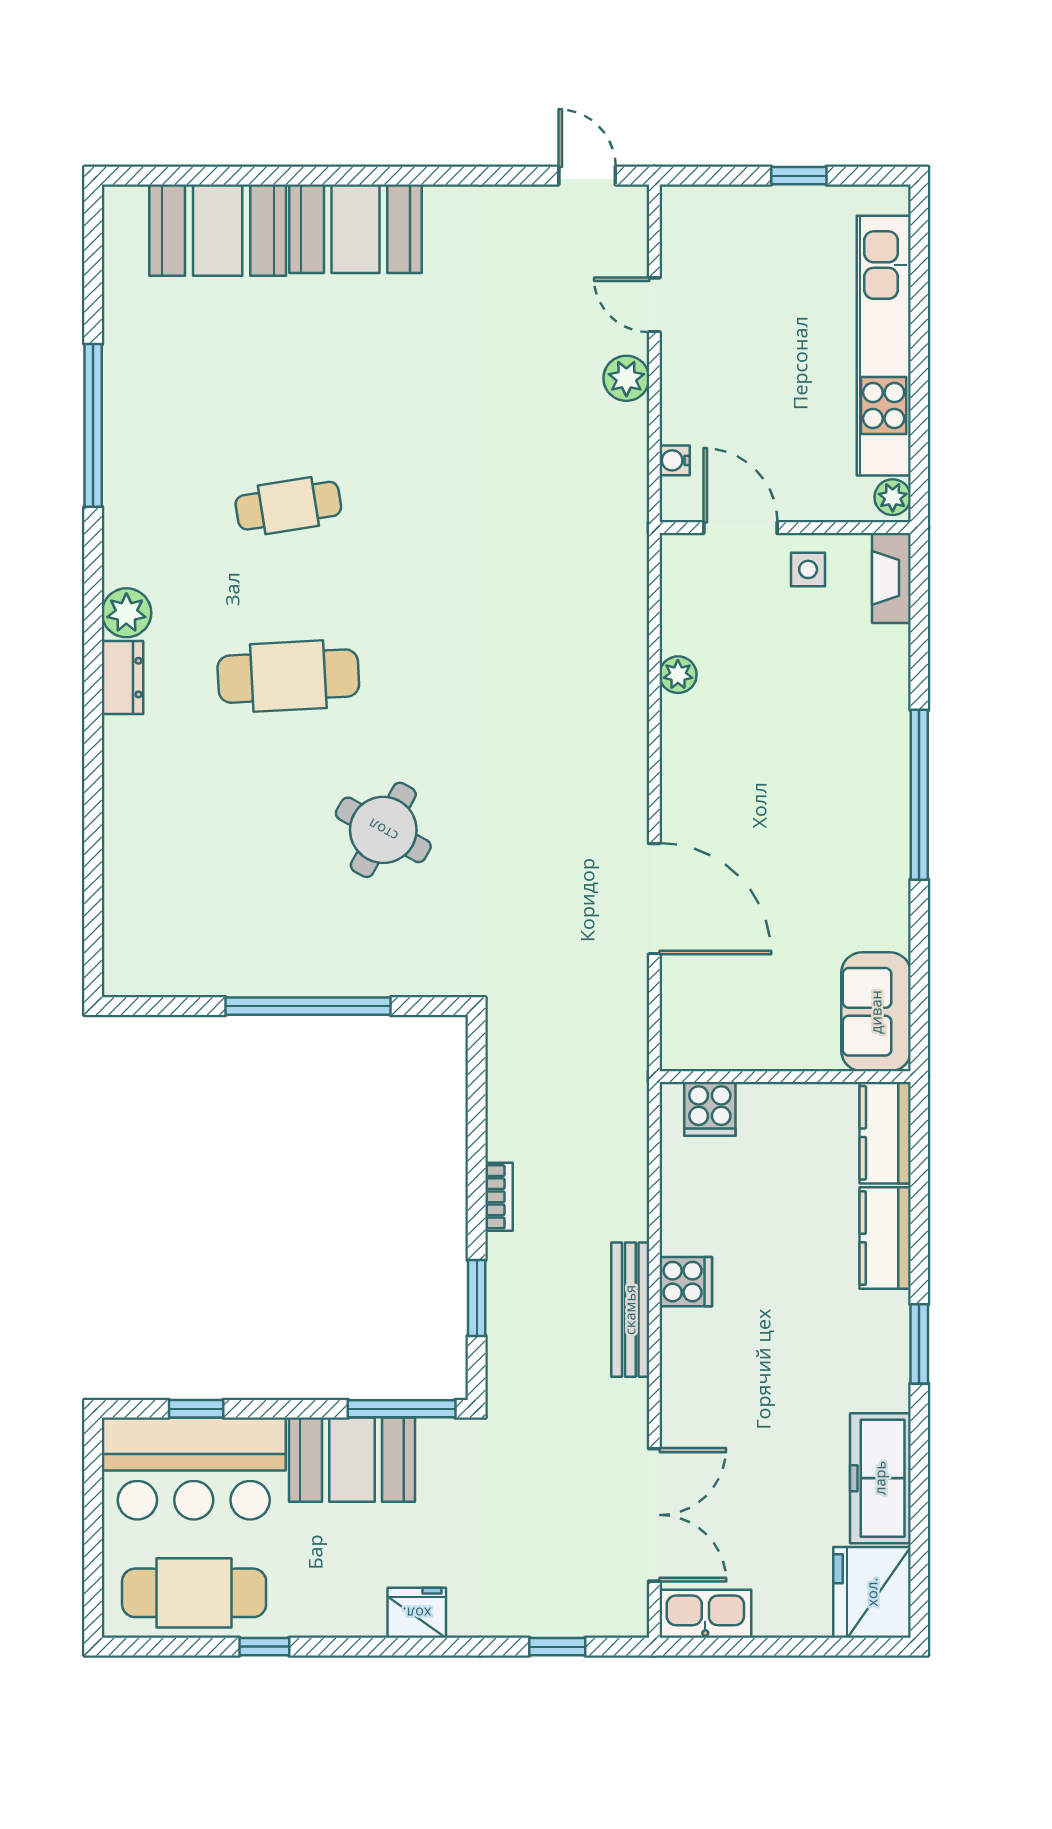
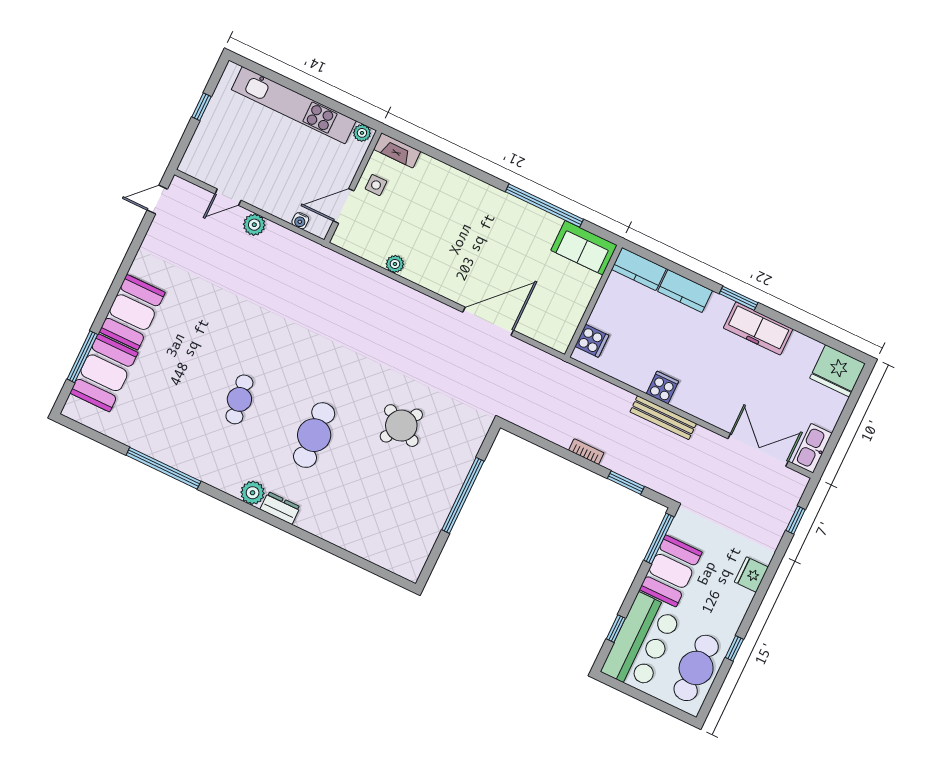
window: (228, 176) -> (82, 357), added
window: (919, 795) -> (544, 206), moved
freezer: (880, 1478) -> (758, 328), moved

